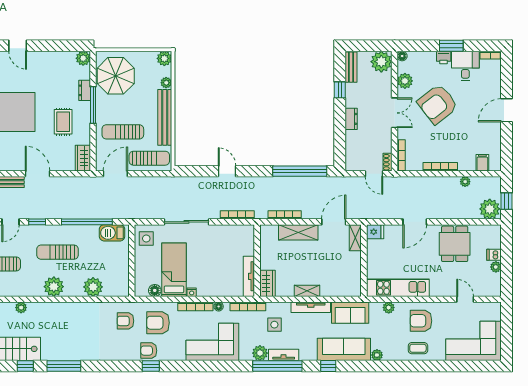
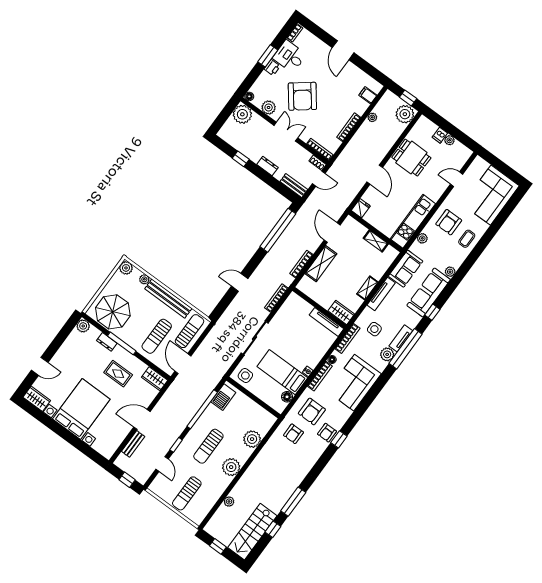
bench: (351, 67) -> (294, 186), moved
shelving: (355, 238) -> (376, 241), moved

